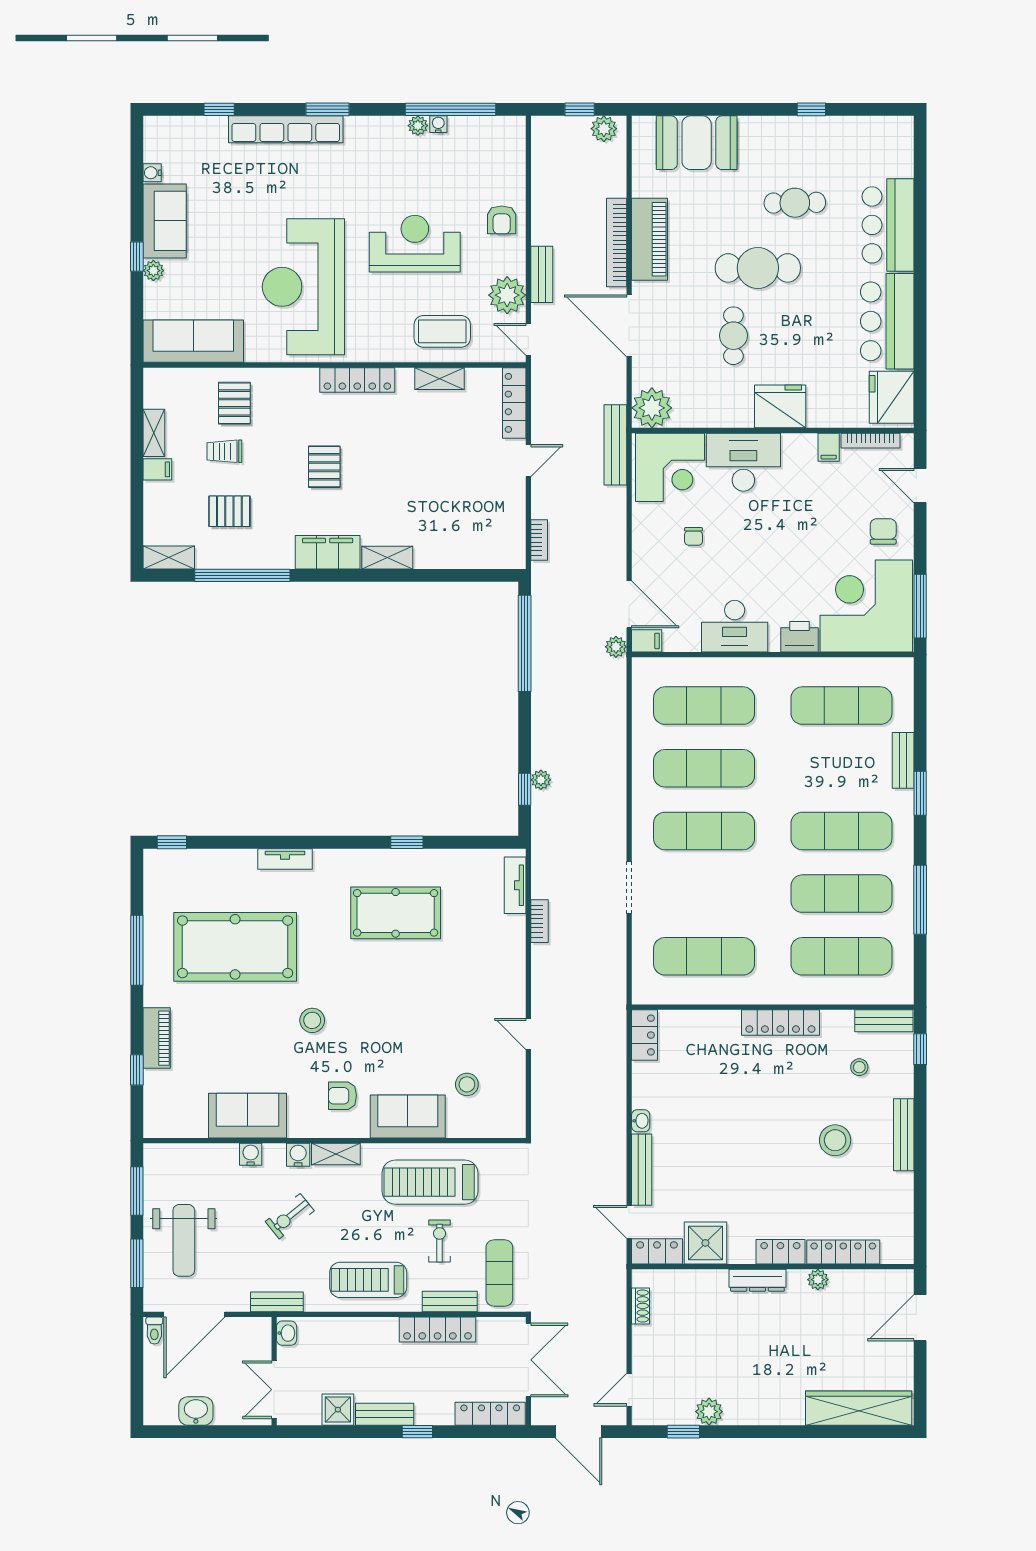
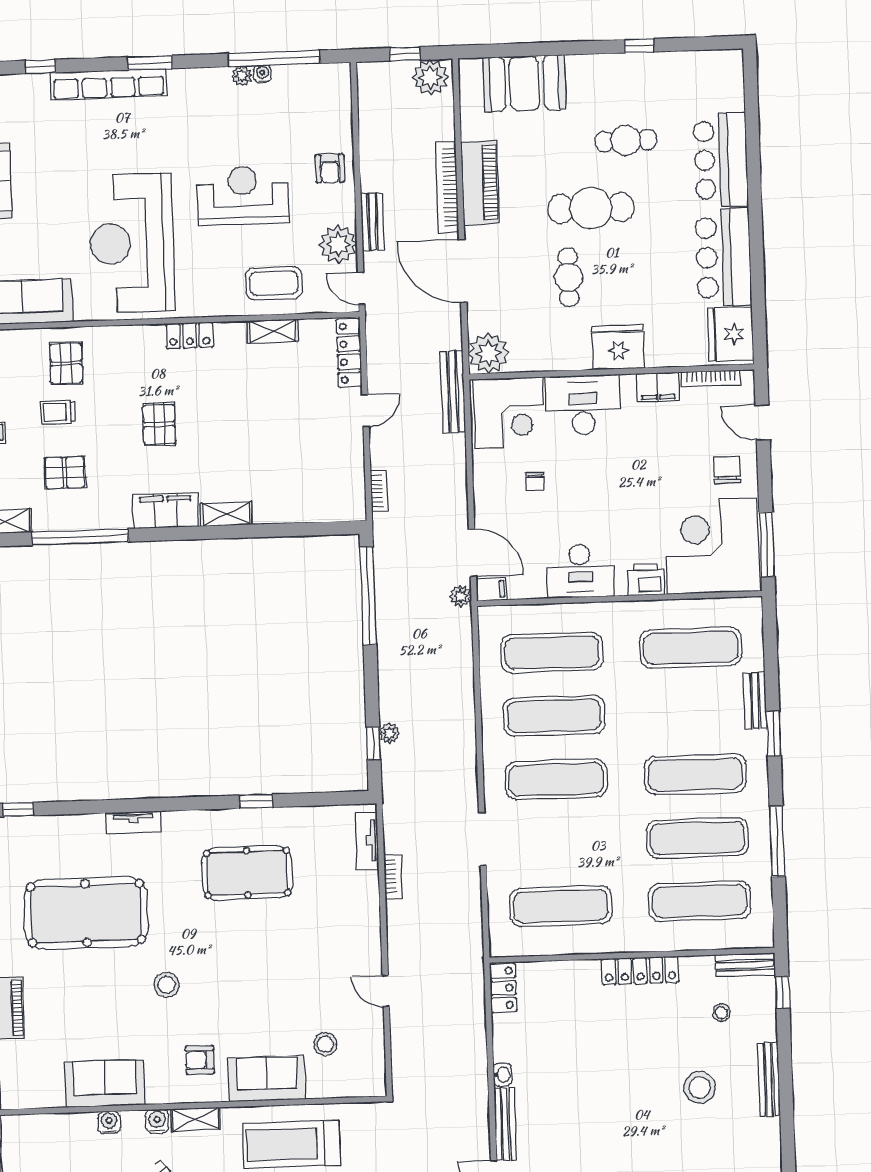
plant: (604, 129) -> (430, 77), width x1.36, depth x1.36
locker: (357, 380) -> (190, 335), width x0.66
filing cabinet: (829, 447) -> (658, 387), width x2.00

